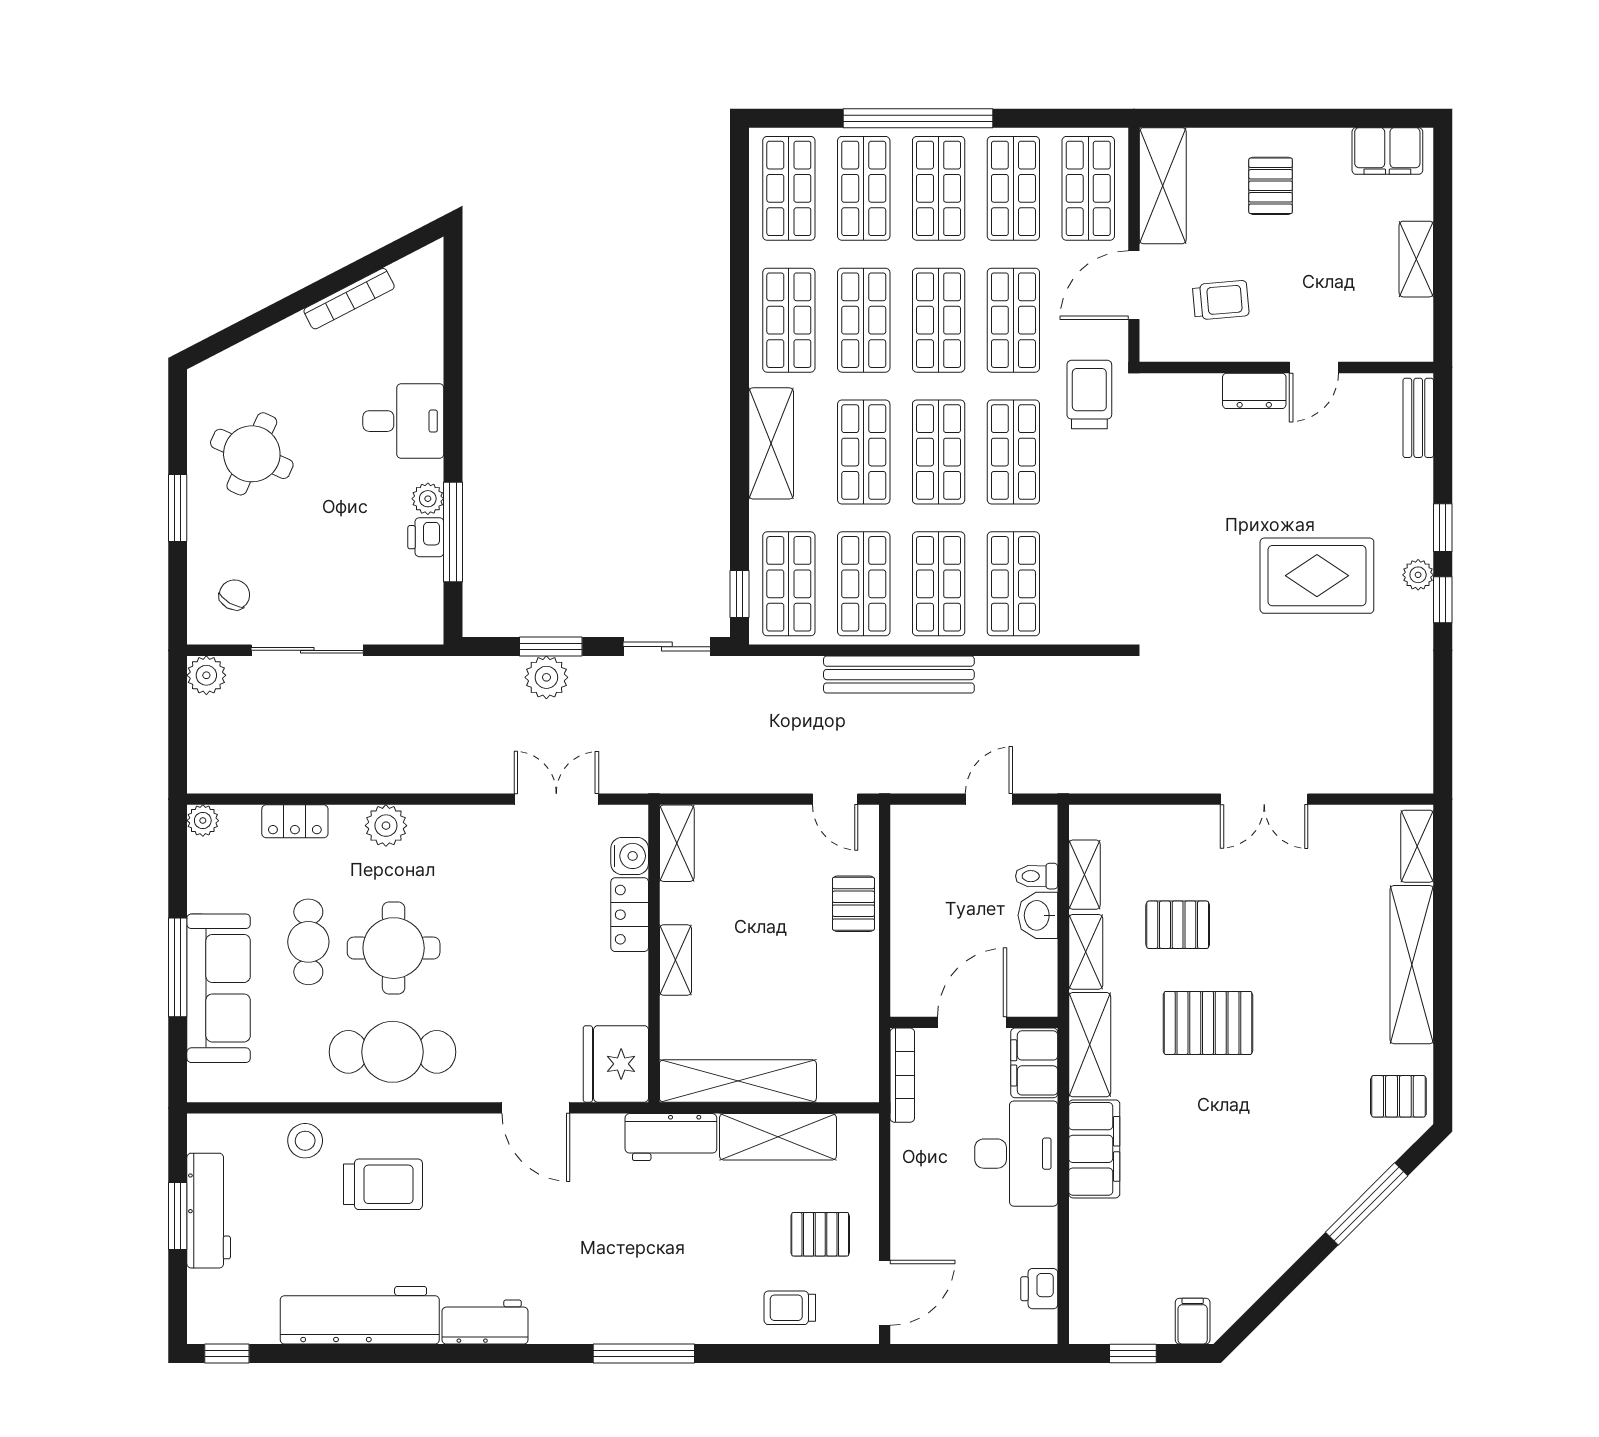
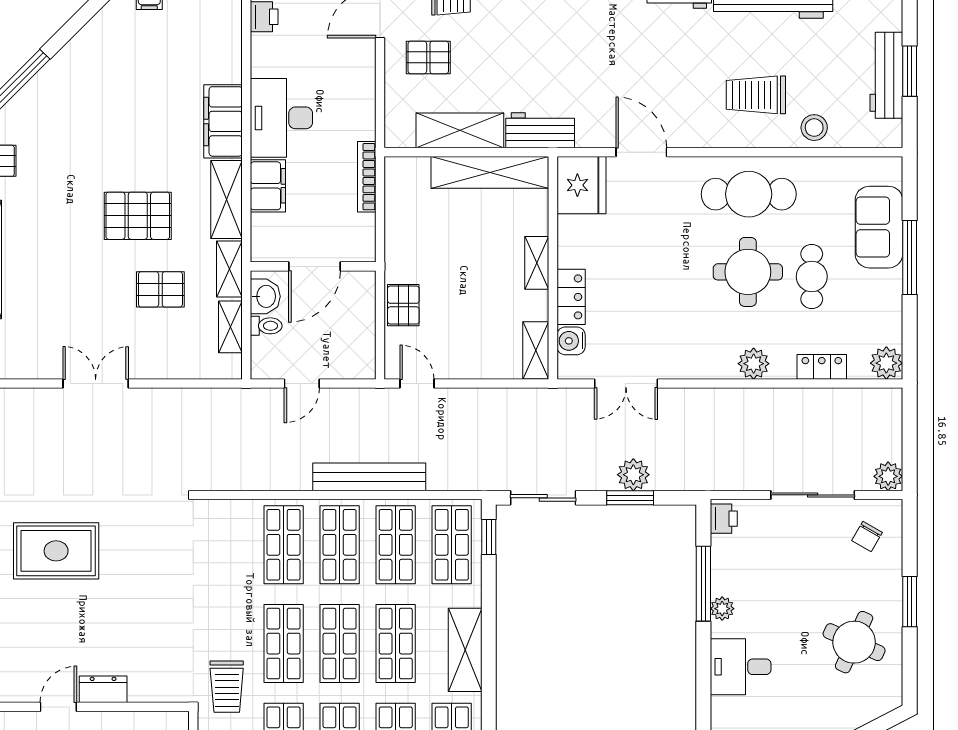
printer: (426, 537) -> (724, 519), moved
plant: (203, 821) -> (886, 363), width x1.38, depth x1.38
sofa: (219, 988) -> (879, 227), width x0.73
door: (972, 1022) -> (314, 266), moved
wall: (974, 1022) -> (313, 266), moved

